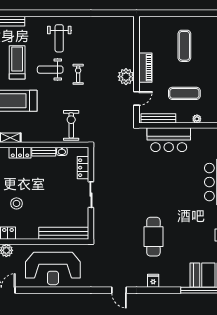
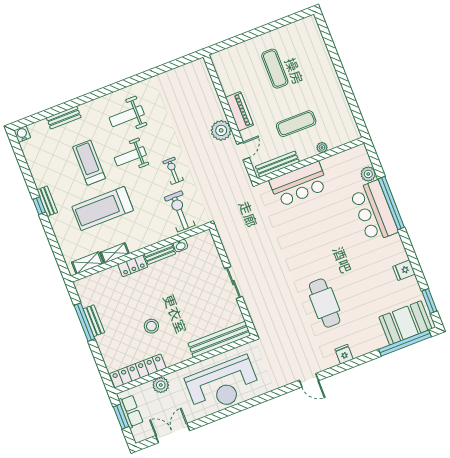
weight bench: (59, 38) -> (127, 116), turned 90
exercise bike: (78, 74) -> (173, 171), moved
locker: (83, 168) -> (212, 255), removed

